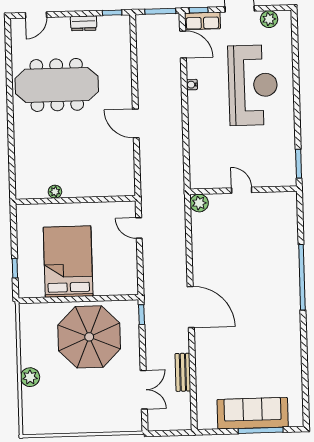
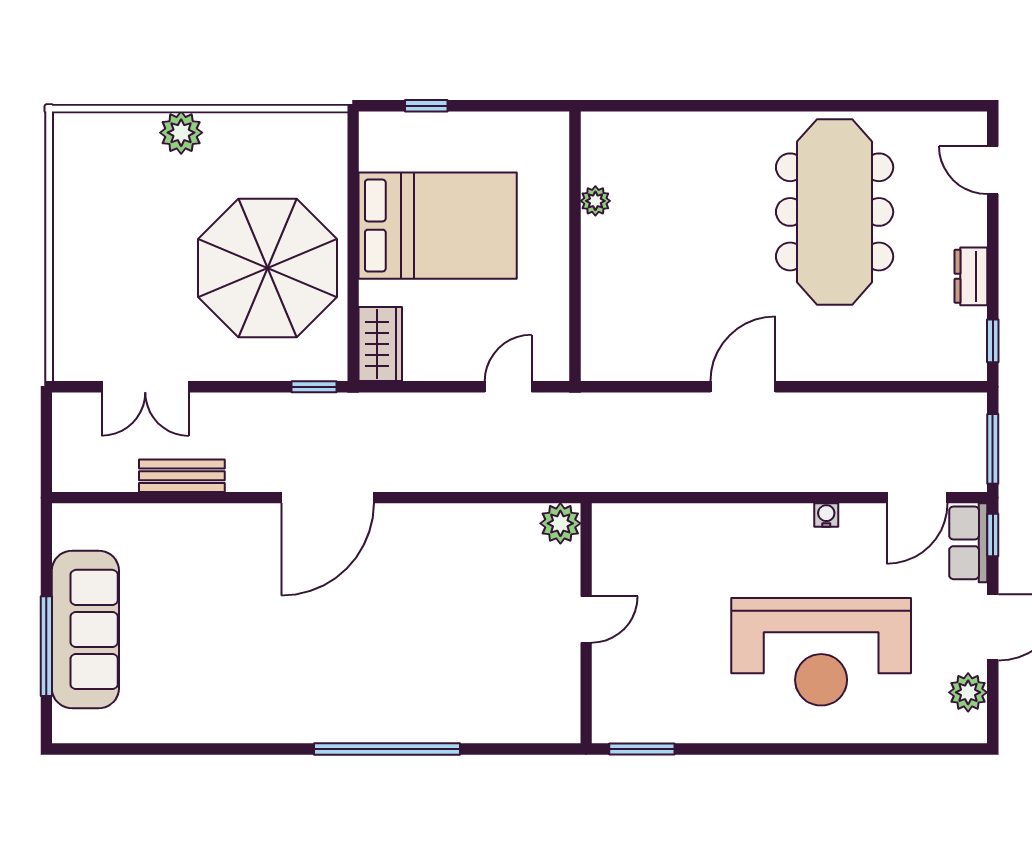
wardrobe: (122, 286) -> (380, 344), added

